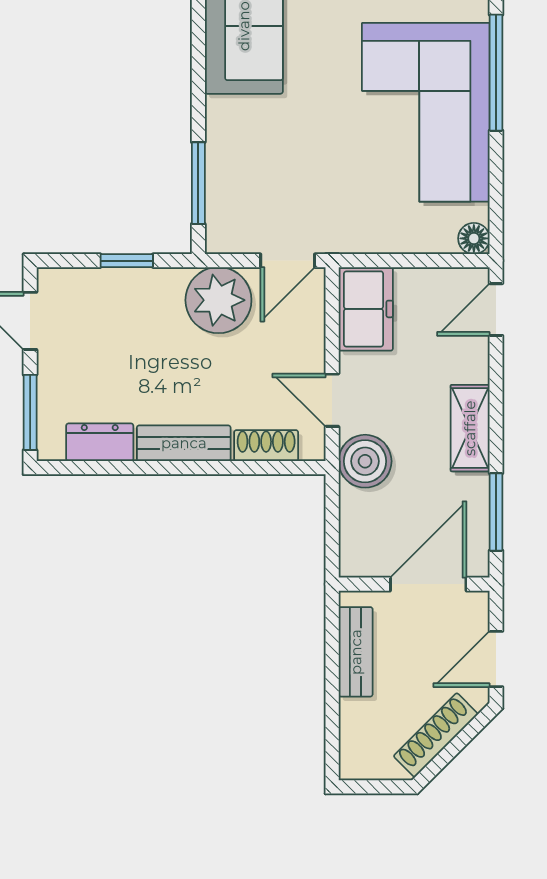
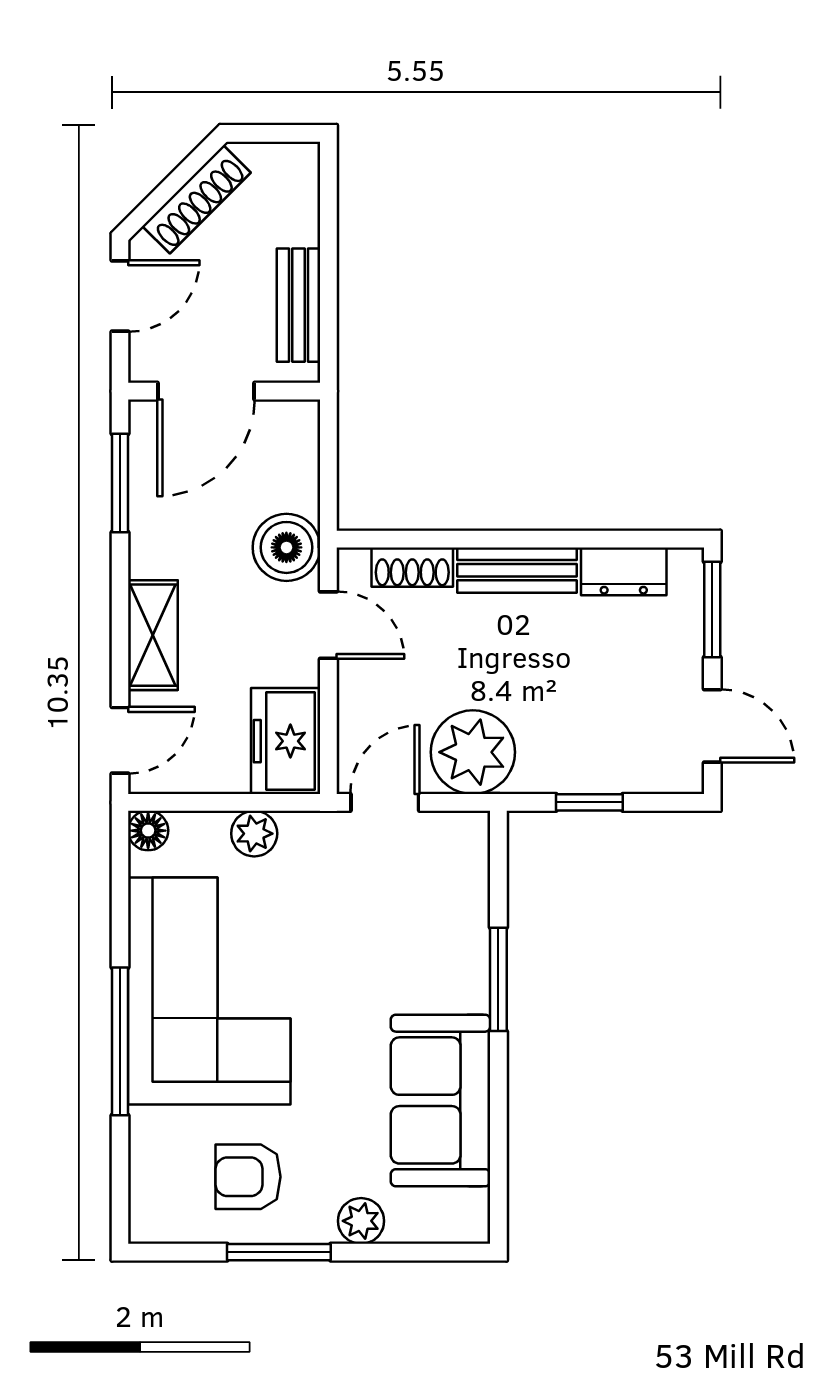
window: (198, 183) -> (498, 979), moved
plant: (390, 236) -> (254, 834), added
shelving: (470, 428) -> (153, 635), moved

